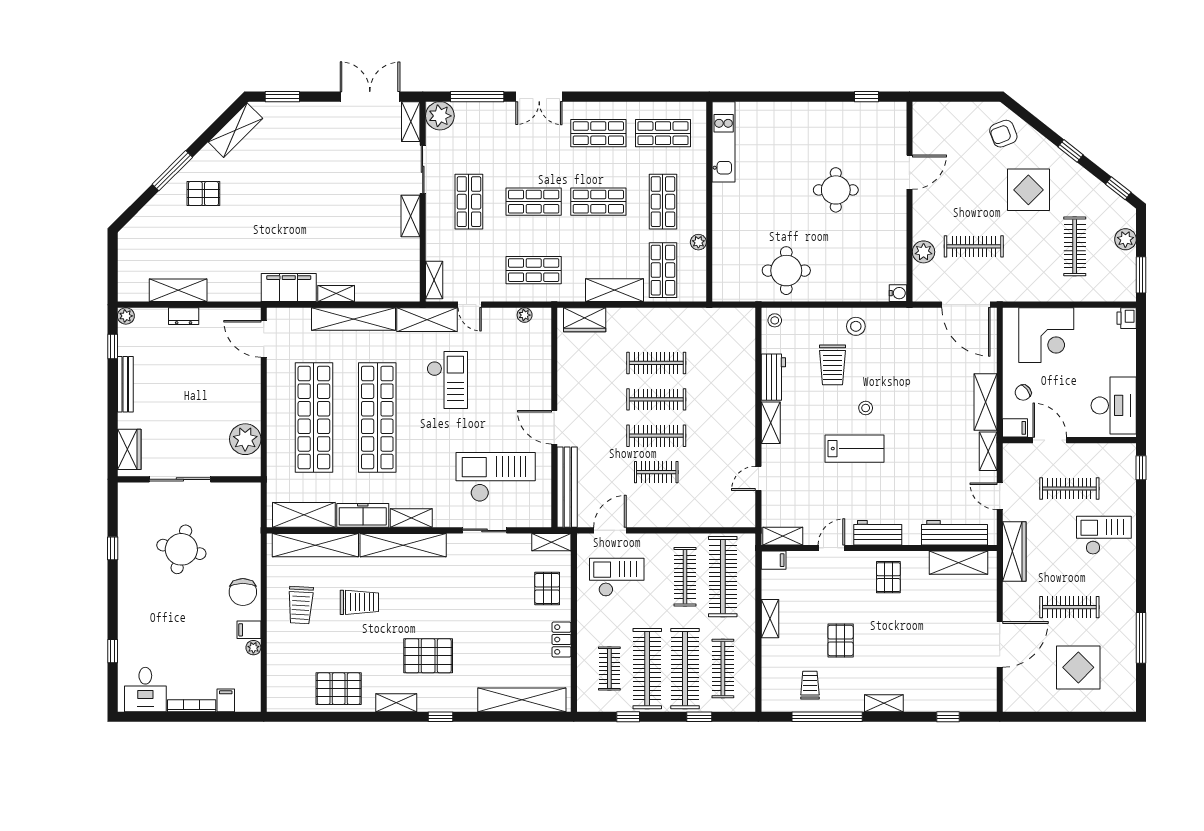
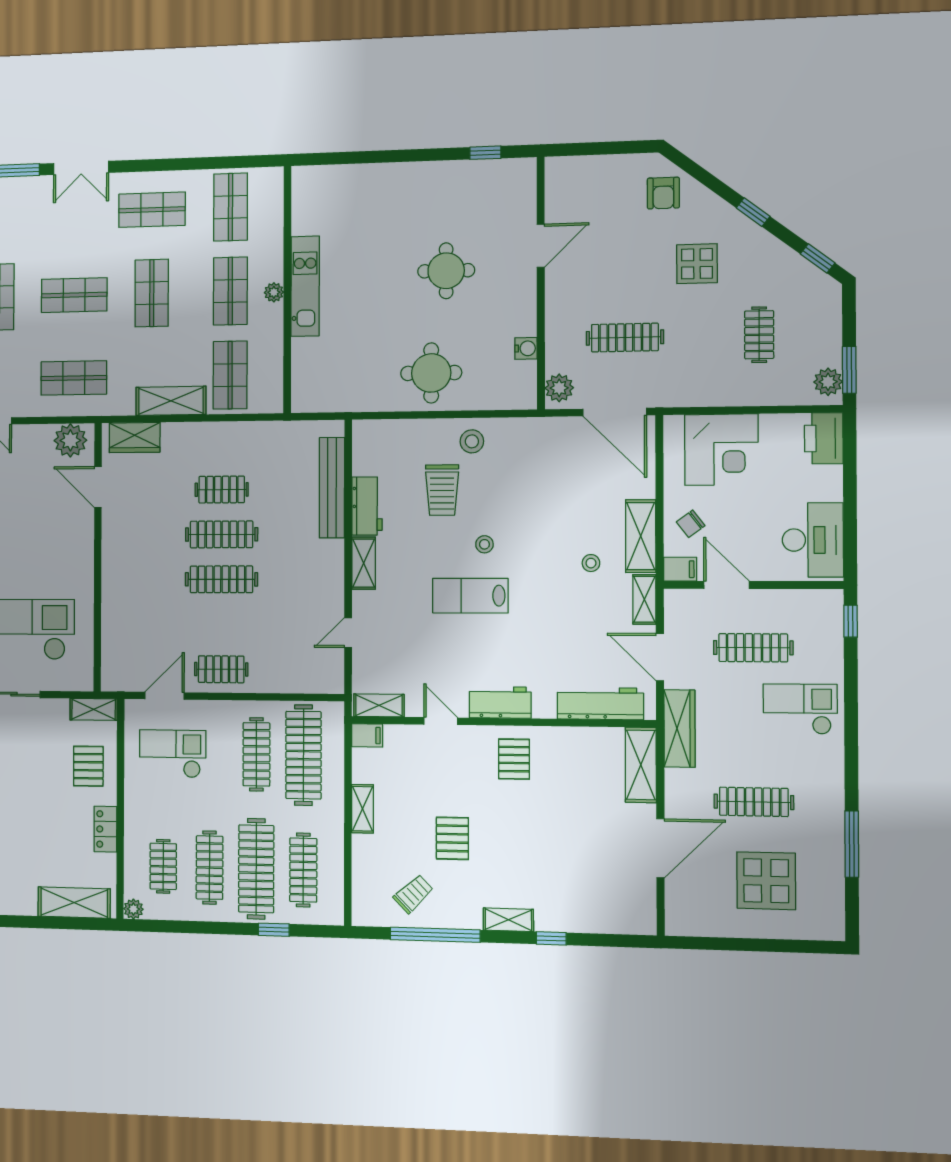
shop shelf: (663, 133) -> (231, 207), turned 90
armchair: (1003, 134) -> (663, 193), turned -69
kitchen unit: (724, 142) -> (305, 286), moved
display table: (1028, 190) -> (697, 264), width x0.73, depth x0.73
shop shelf: (598, 202) -> (152, 293), turned 90
plant: (1125, 239) -> (828, 382), moved
plant: (698, 242) -> (274, 292), moved
clothes rail: (1075, 246) -> (759, 335), width x0.73
plant: (924, 252) -> (559, 388), moved
round table: (786, 271) -> (431, 373), moved
water cooler: (898, 293) -> (526, 348), moved
plant: (525, 315) -> (70, 440), width x1.88, depth x1.88
printer: (1127, 318) -> (824, 438), width x1.87, depth x1.48
stool: (775, 320) -> (591, 563), moved
clothes rail: (656, 363) -> (222, 490), width x0.73
door: (554, 427) -> (98, 487), moved
lab bench: (855, 449) -> (470, 596), turned 180
clothes rail: (656, 472) -> (221, 669), moved
bench: (567, 487) -> (332, 488), moved
door: (1000, 496) -> (660, 657), width x1.38
door: (831, 548) -> (441, 721), hinge flipped
shelving: (959, 563) -> (641, 765), moved, turned 90
clothes rail: (647, 669) -> (210, 868), width x0.73, depth x0.76
trolley: (810, 685) -> (413, 894), turned 46
shelving: (522, 700) -> (74, 903), width x0.68
plant: (585, 704) -> (133, 909), added
window: (628, 717) -> (186, 927), removed
window: (948, 717) -> (551, 938), moved

